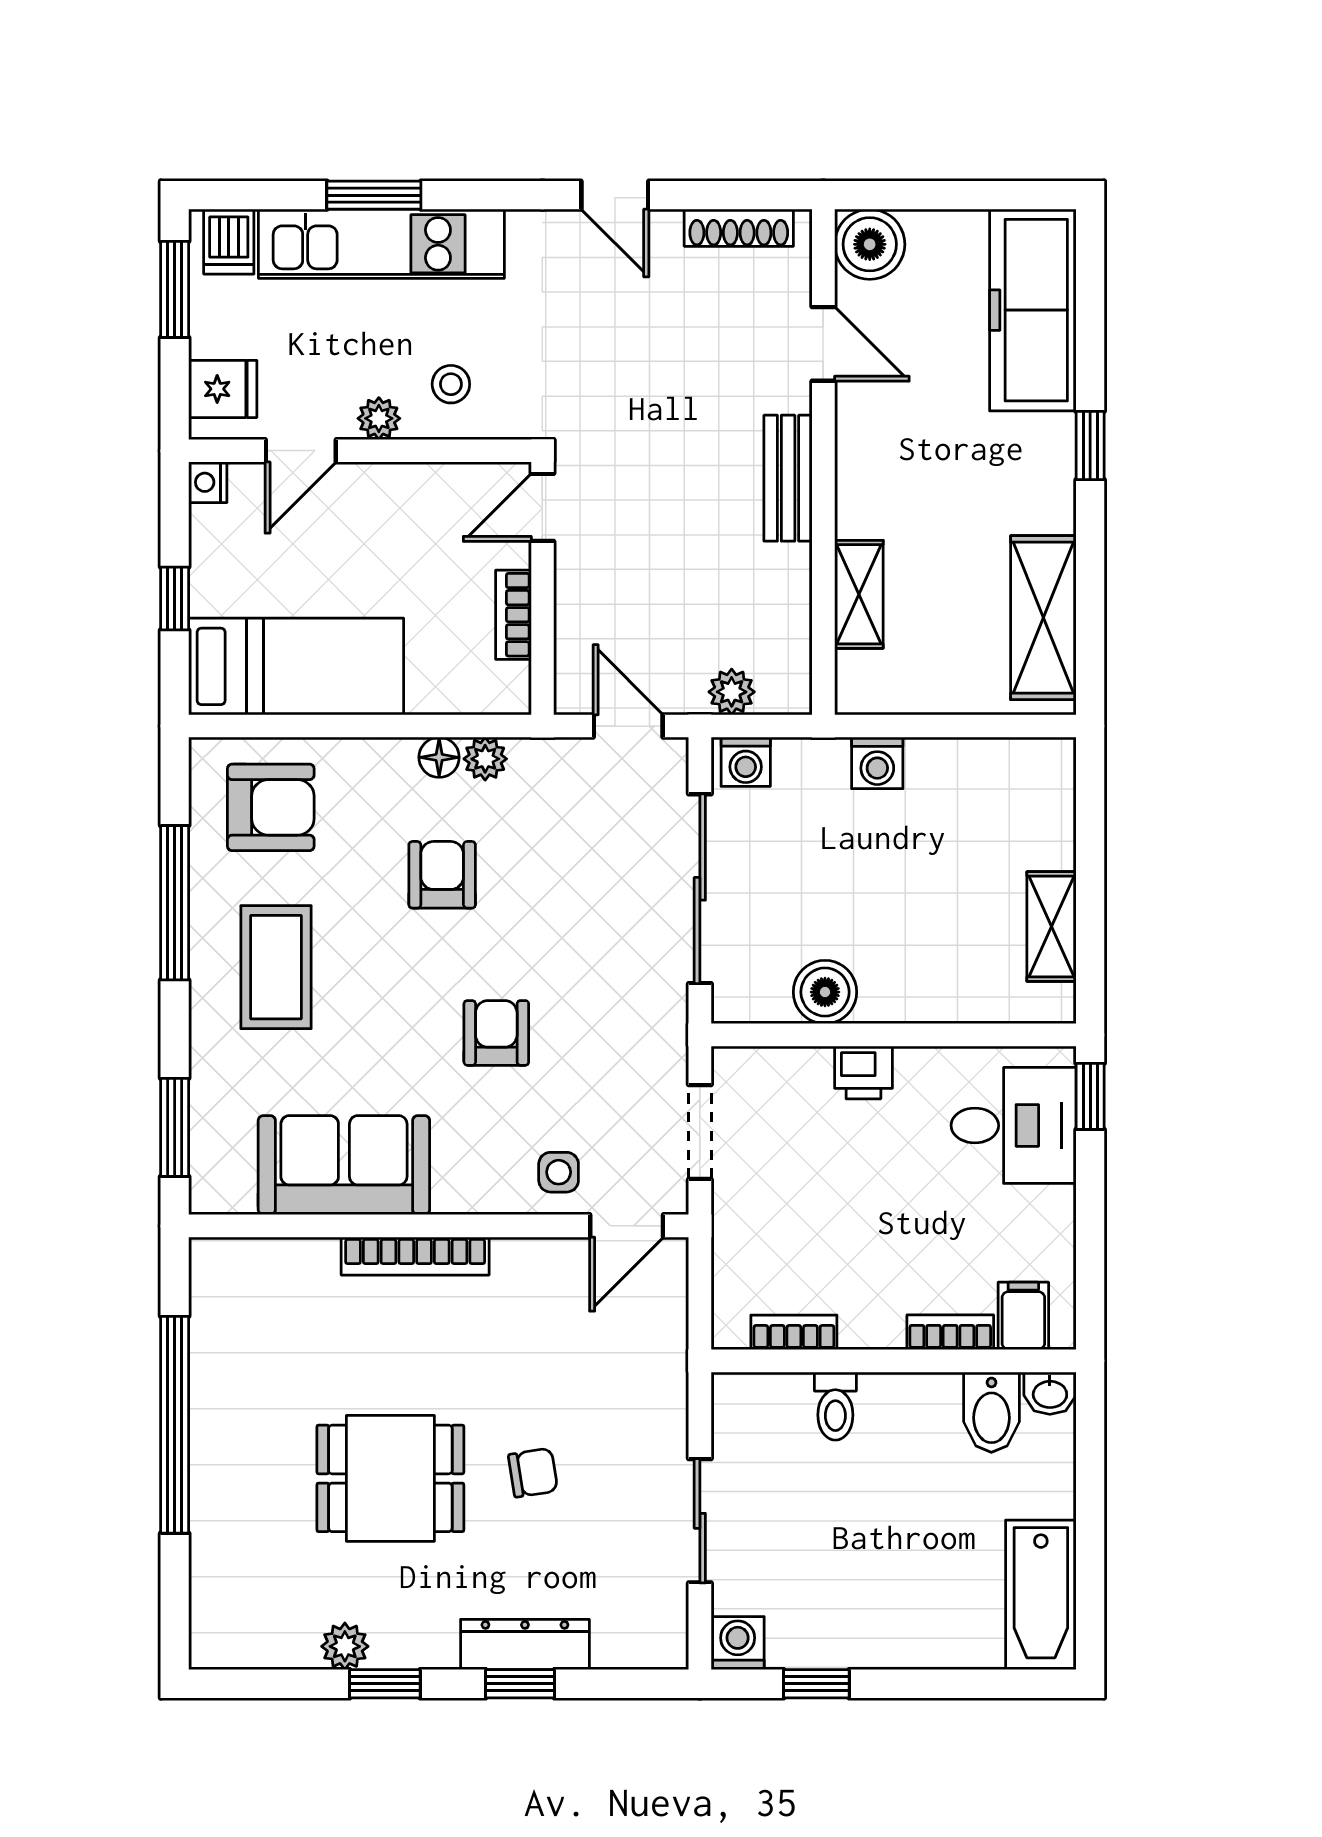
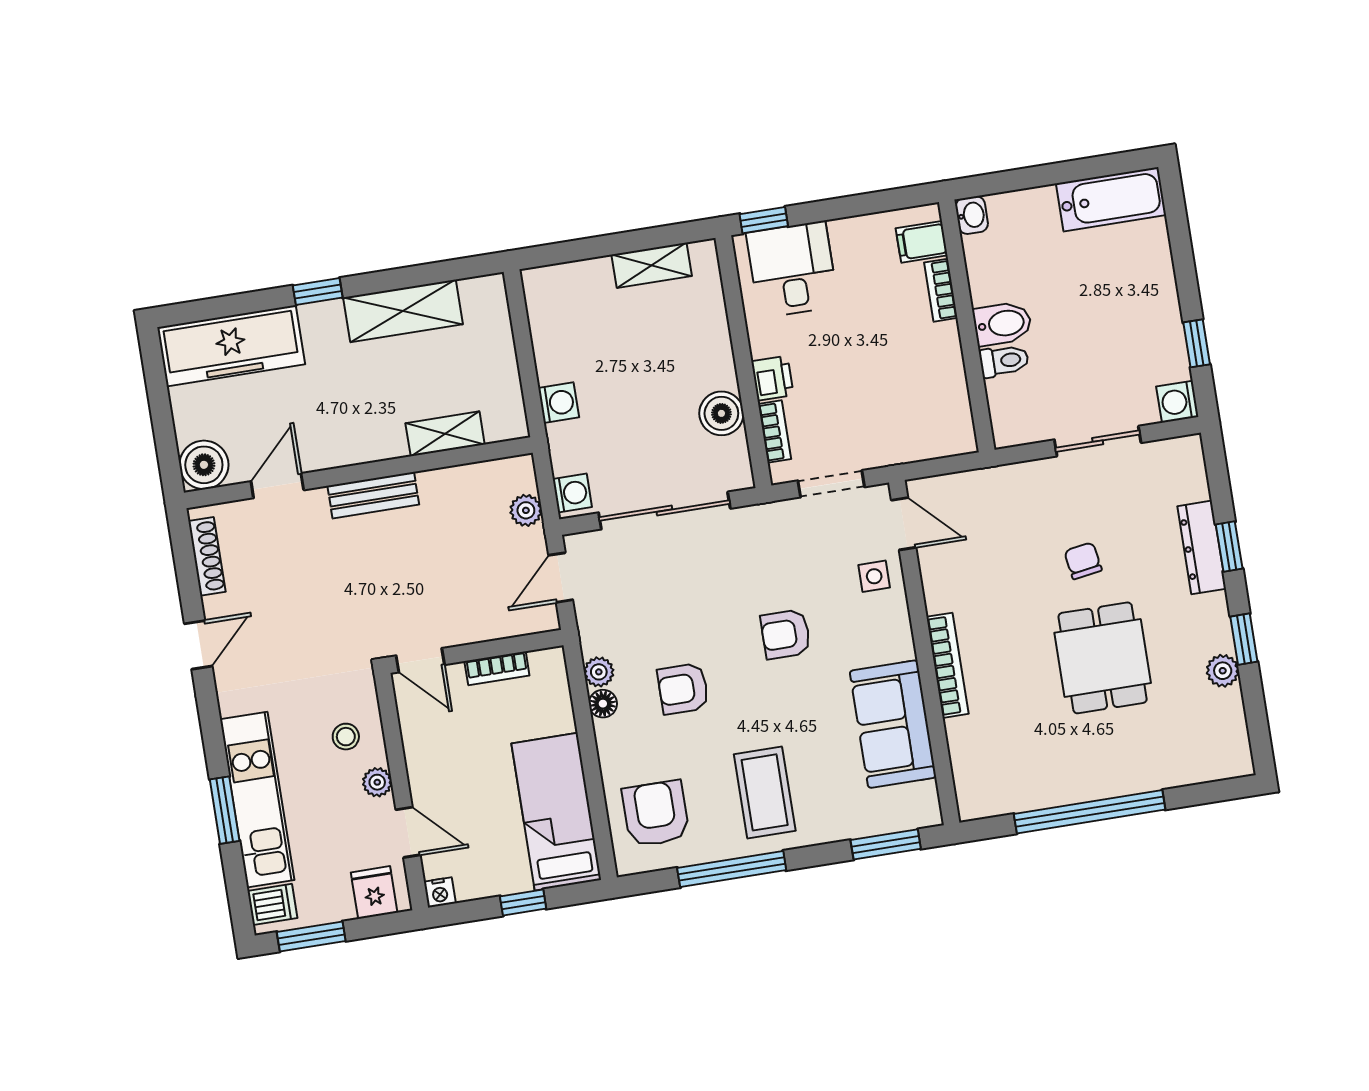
shelving: (1043, 618) -> (403, 311), moved
coffee table: (276, 967) -> (765, 792), turned 90
bookcase: (794, 1332) -> (775, 432), moved, turned 180
bidet: (991, 1412) -> (1002, 324), moved

